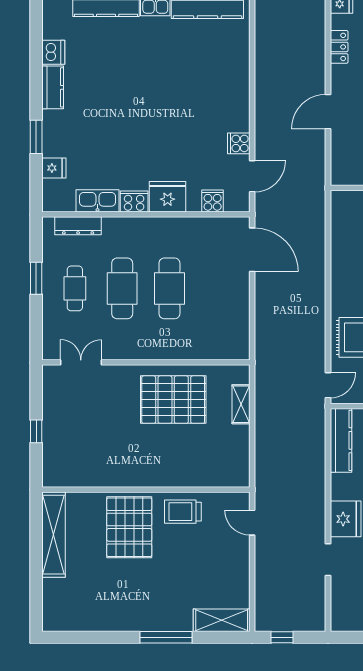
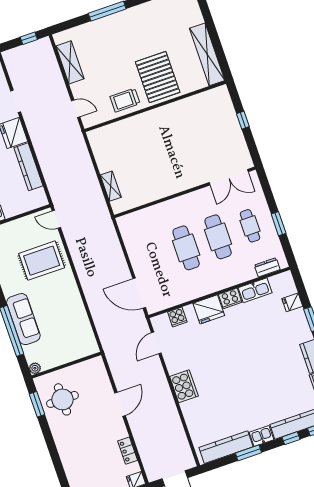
cooker: (239, 143) -> (184, 386), moved, width x1.87, depth x1.31
dresser: (78, 226) -> (267, 267), width x0.70
double door: (81, 362) -> (229, 177), width x1.37
door: (328, 385) -> (56, 219), hinge flipped
pallet: (173, 400) -> (158, 174), removed
kitchen counter: (341, 440) -> (28, 167), moved
trolley: (183, 512) -> (125, 100), turned 180
shelving: (222, 620) -> (70, 62), moved, turned 90

